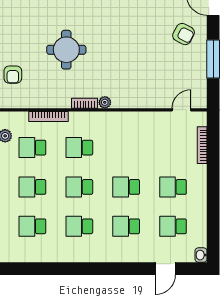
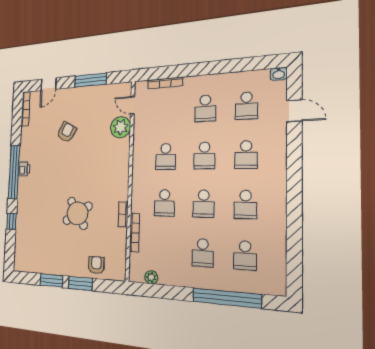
armchair: (184, 34) -> (67, 132), moved
round table: (66, 50) -> (78, 213), turned -32
armchair: (13, 75) -> (96, 265), turned -90
plant: (105, 102) -> (121, 127), moved, width x1.88, depth x1.88
bookcase: (85, 103) -> (123, 214), moved
school desk: (32, 148) -> (166, 156), moved

